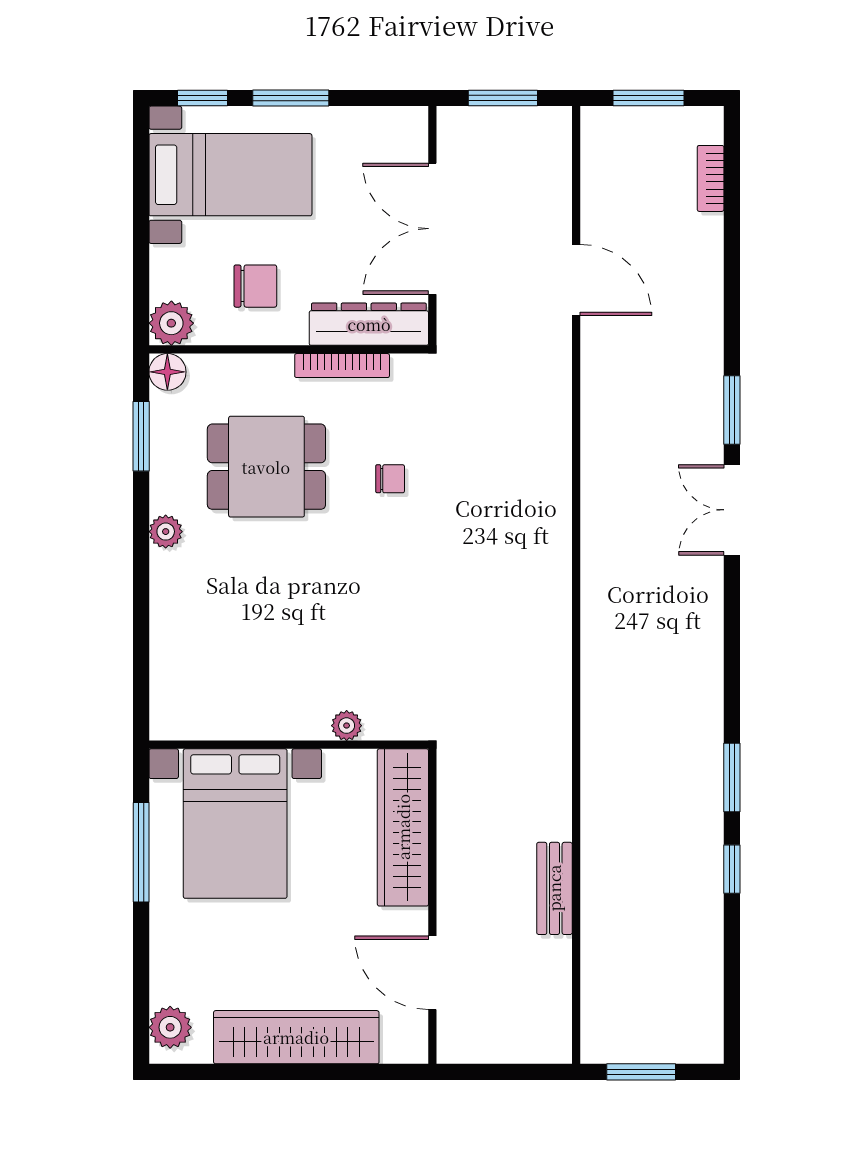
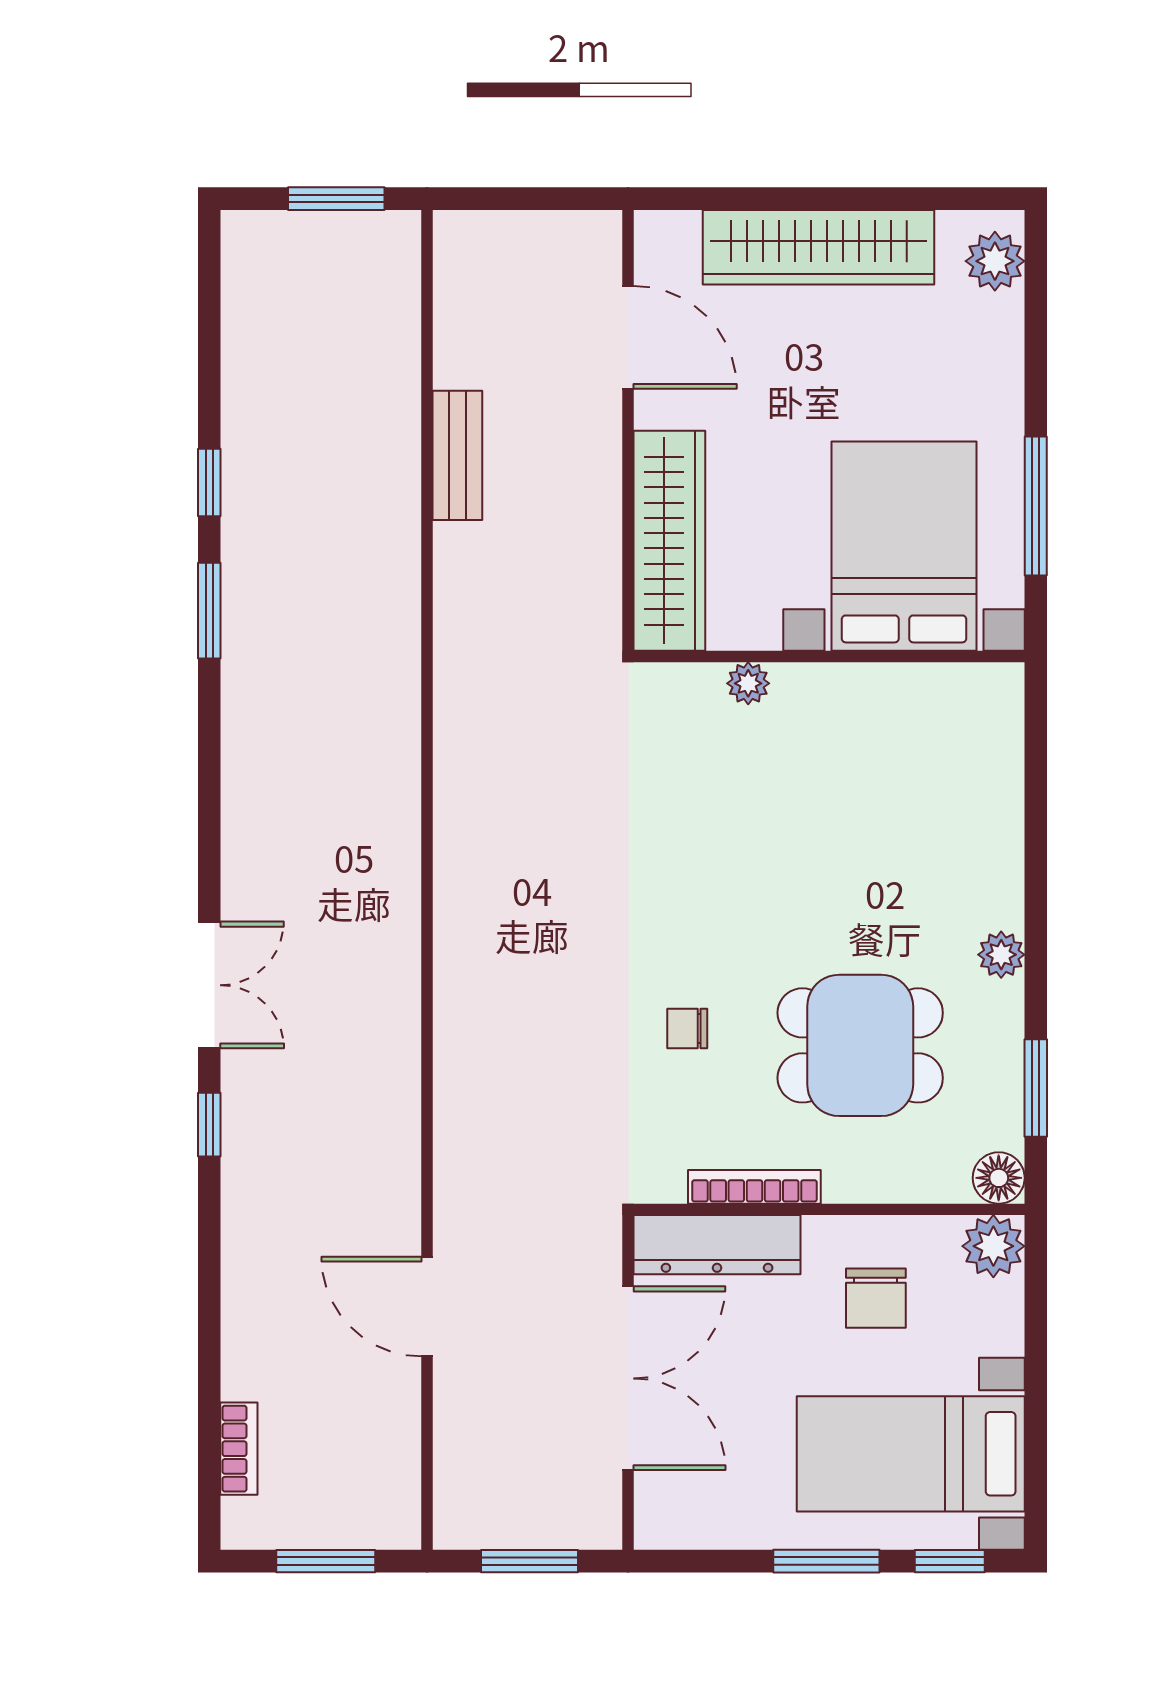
chair: (255, 286) -> (876, 1298), turned -90
window: (732, 410) -> (209, 1125), width x0.67

